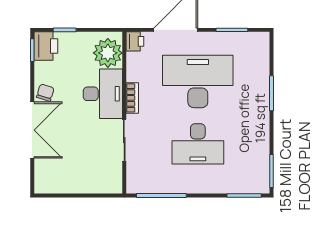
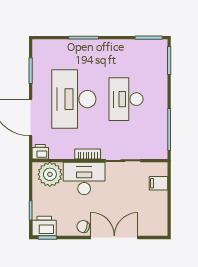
desk: (198, 144) -> (126, 99), turned 180
filing cabinet: (97, 183) -> (158, 183), added

